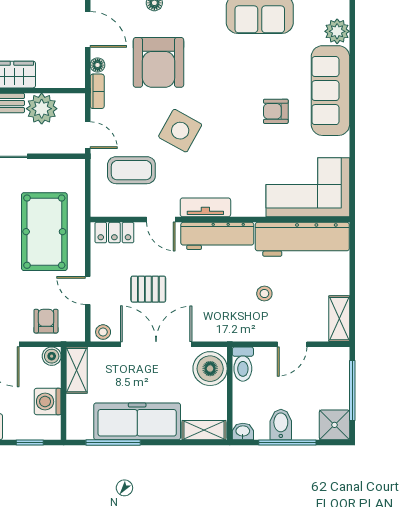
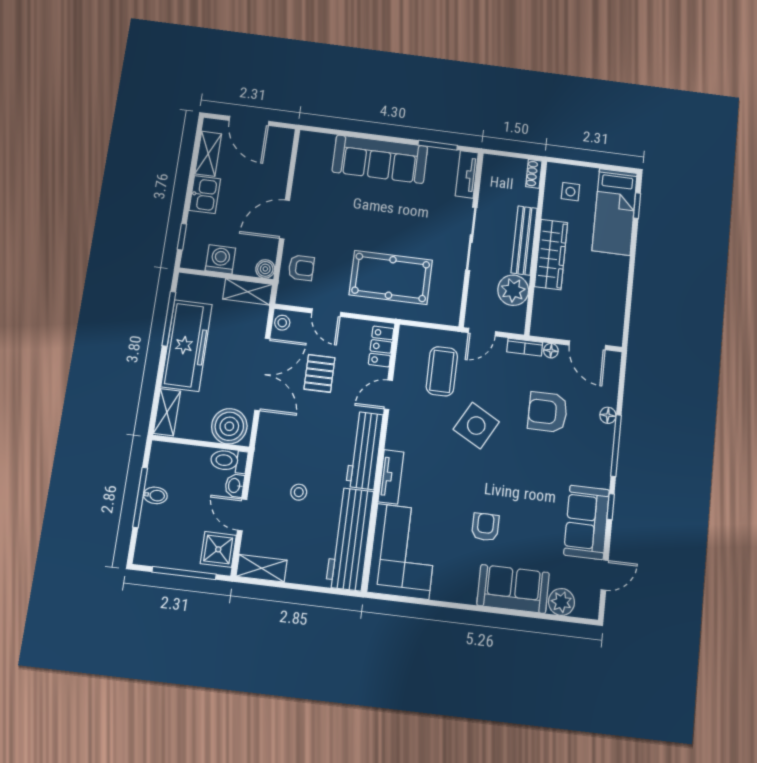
door: (88, 29) -> (587, 345), hinge flipped
armchair: (158, 62) -> (548, 412), width x0.73, depth x0.73
sofa: (330, 91) -> (513, 589), width x0.73
tv unit: (205, 207) -> (391, 477), moved
door: (88, 290) -> (326, 313), swing flipped
bidet: (281, 425) -> (155, 495), width x0.72, depth x0.74
shower: (334, 425) -> (218, 549), moved
washbasin: (243, 431) -> (235, 486), moved, turned 180

